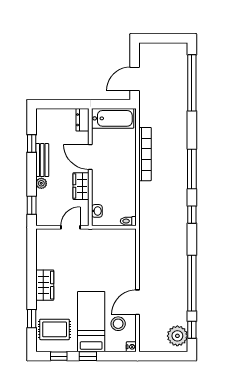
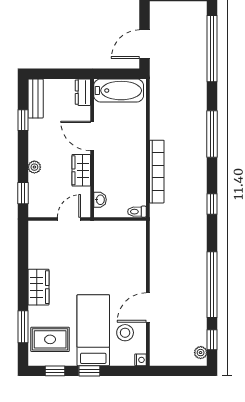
bookcase: (145, 154) -> (157, 172), moved
bench: (42, 160) -> (36, 98), moved
window: (192, 169) -> (212, 134), moved
window: (32, 319) -> (23, 327), width x1.50
plant: (177, 336) -> (201, 353), width x0.53, depth x0.53

